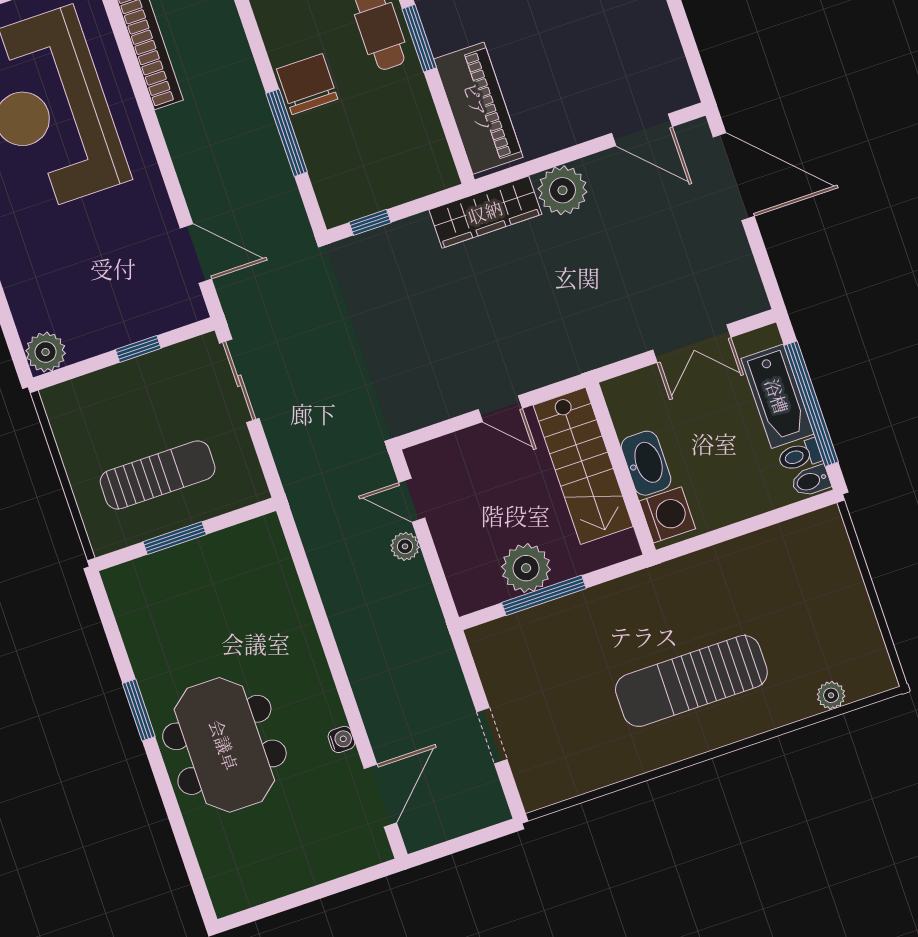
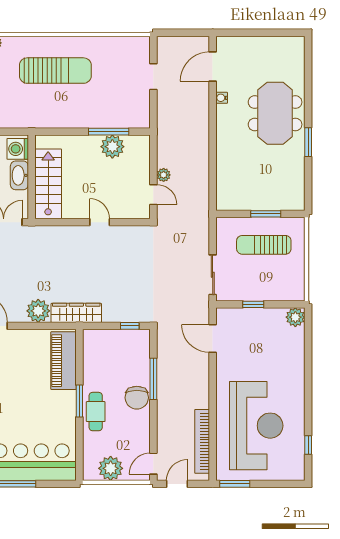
washbasin: (646, 463) -> (19, 175), moved
stairs: (583, 466) -> (48, 184), moved
wall: (621, 469) -> (32, 177), moved
washing machine: (667, 515) -> (18, 149), moved

